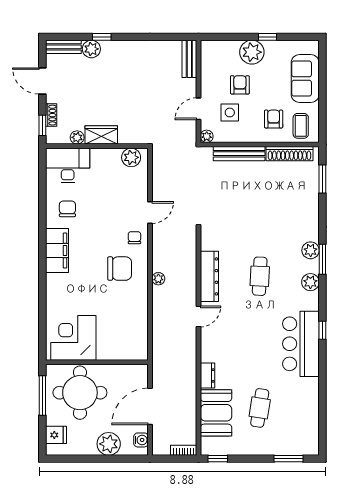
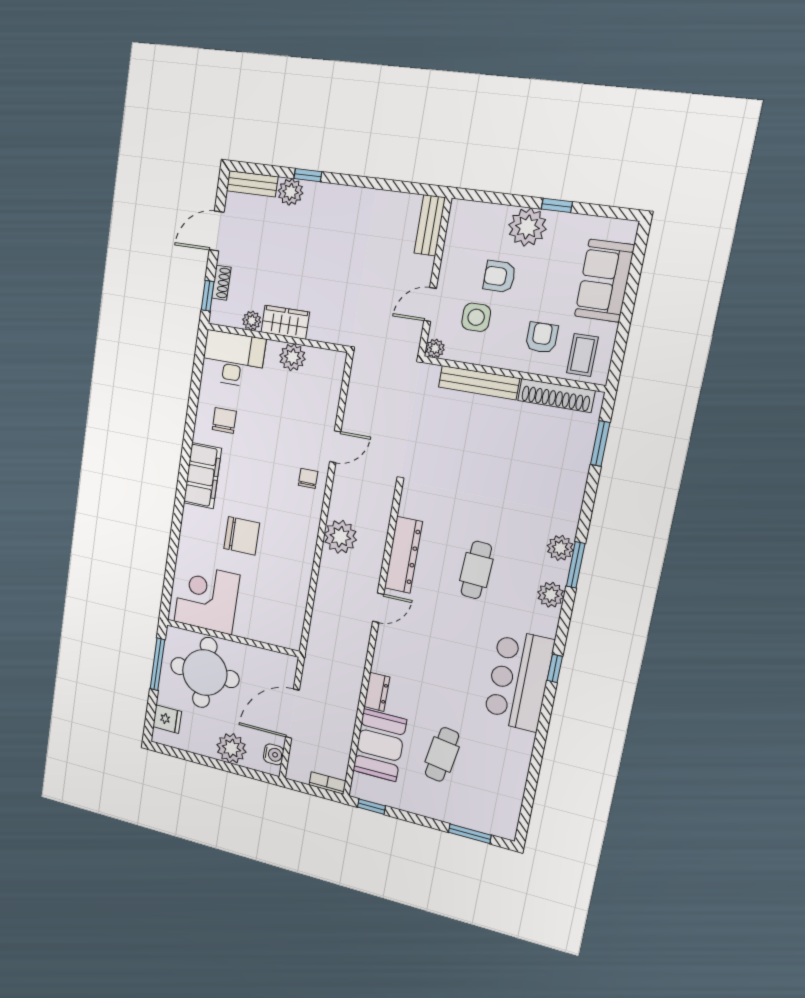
door: (42, 81) -> (217, 231), hinge flipped
armchair: (240, 85) -> (499, 276), turned -90
plant: (131, 157) -> (292, 357), moved
chair: (120, 269) -> (242, 536), moved
plant: (158, 279) -> (340, 537), width x1.88, depth x1.88

